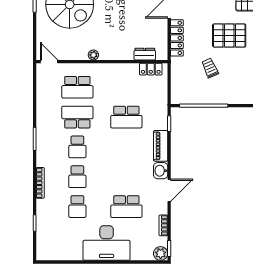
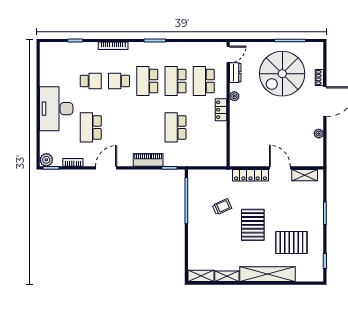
dresser: (145, 54) -> (235, 73), moved
locker: (151, 69) -> (221, 110), moved
school desk: (77, 117) -> (176, 81), turned 180
school desk: (77, 147) -> (147, 81), width x1.85
washbasin: (161, 171) -> (125, 160), removed
door: (169, 190) -> (106, 168), swing flipped
school desk: (77, 207) -> (91, 81), turned 180

